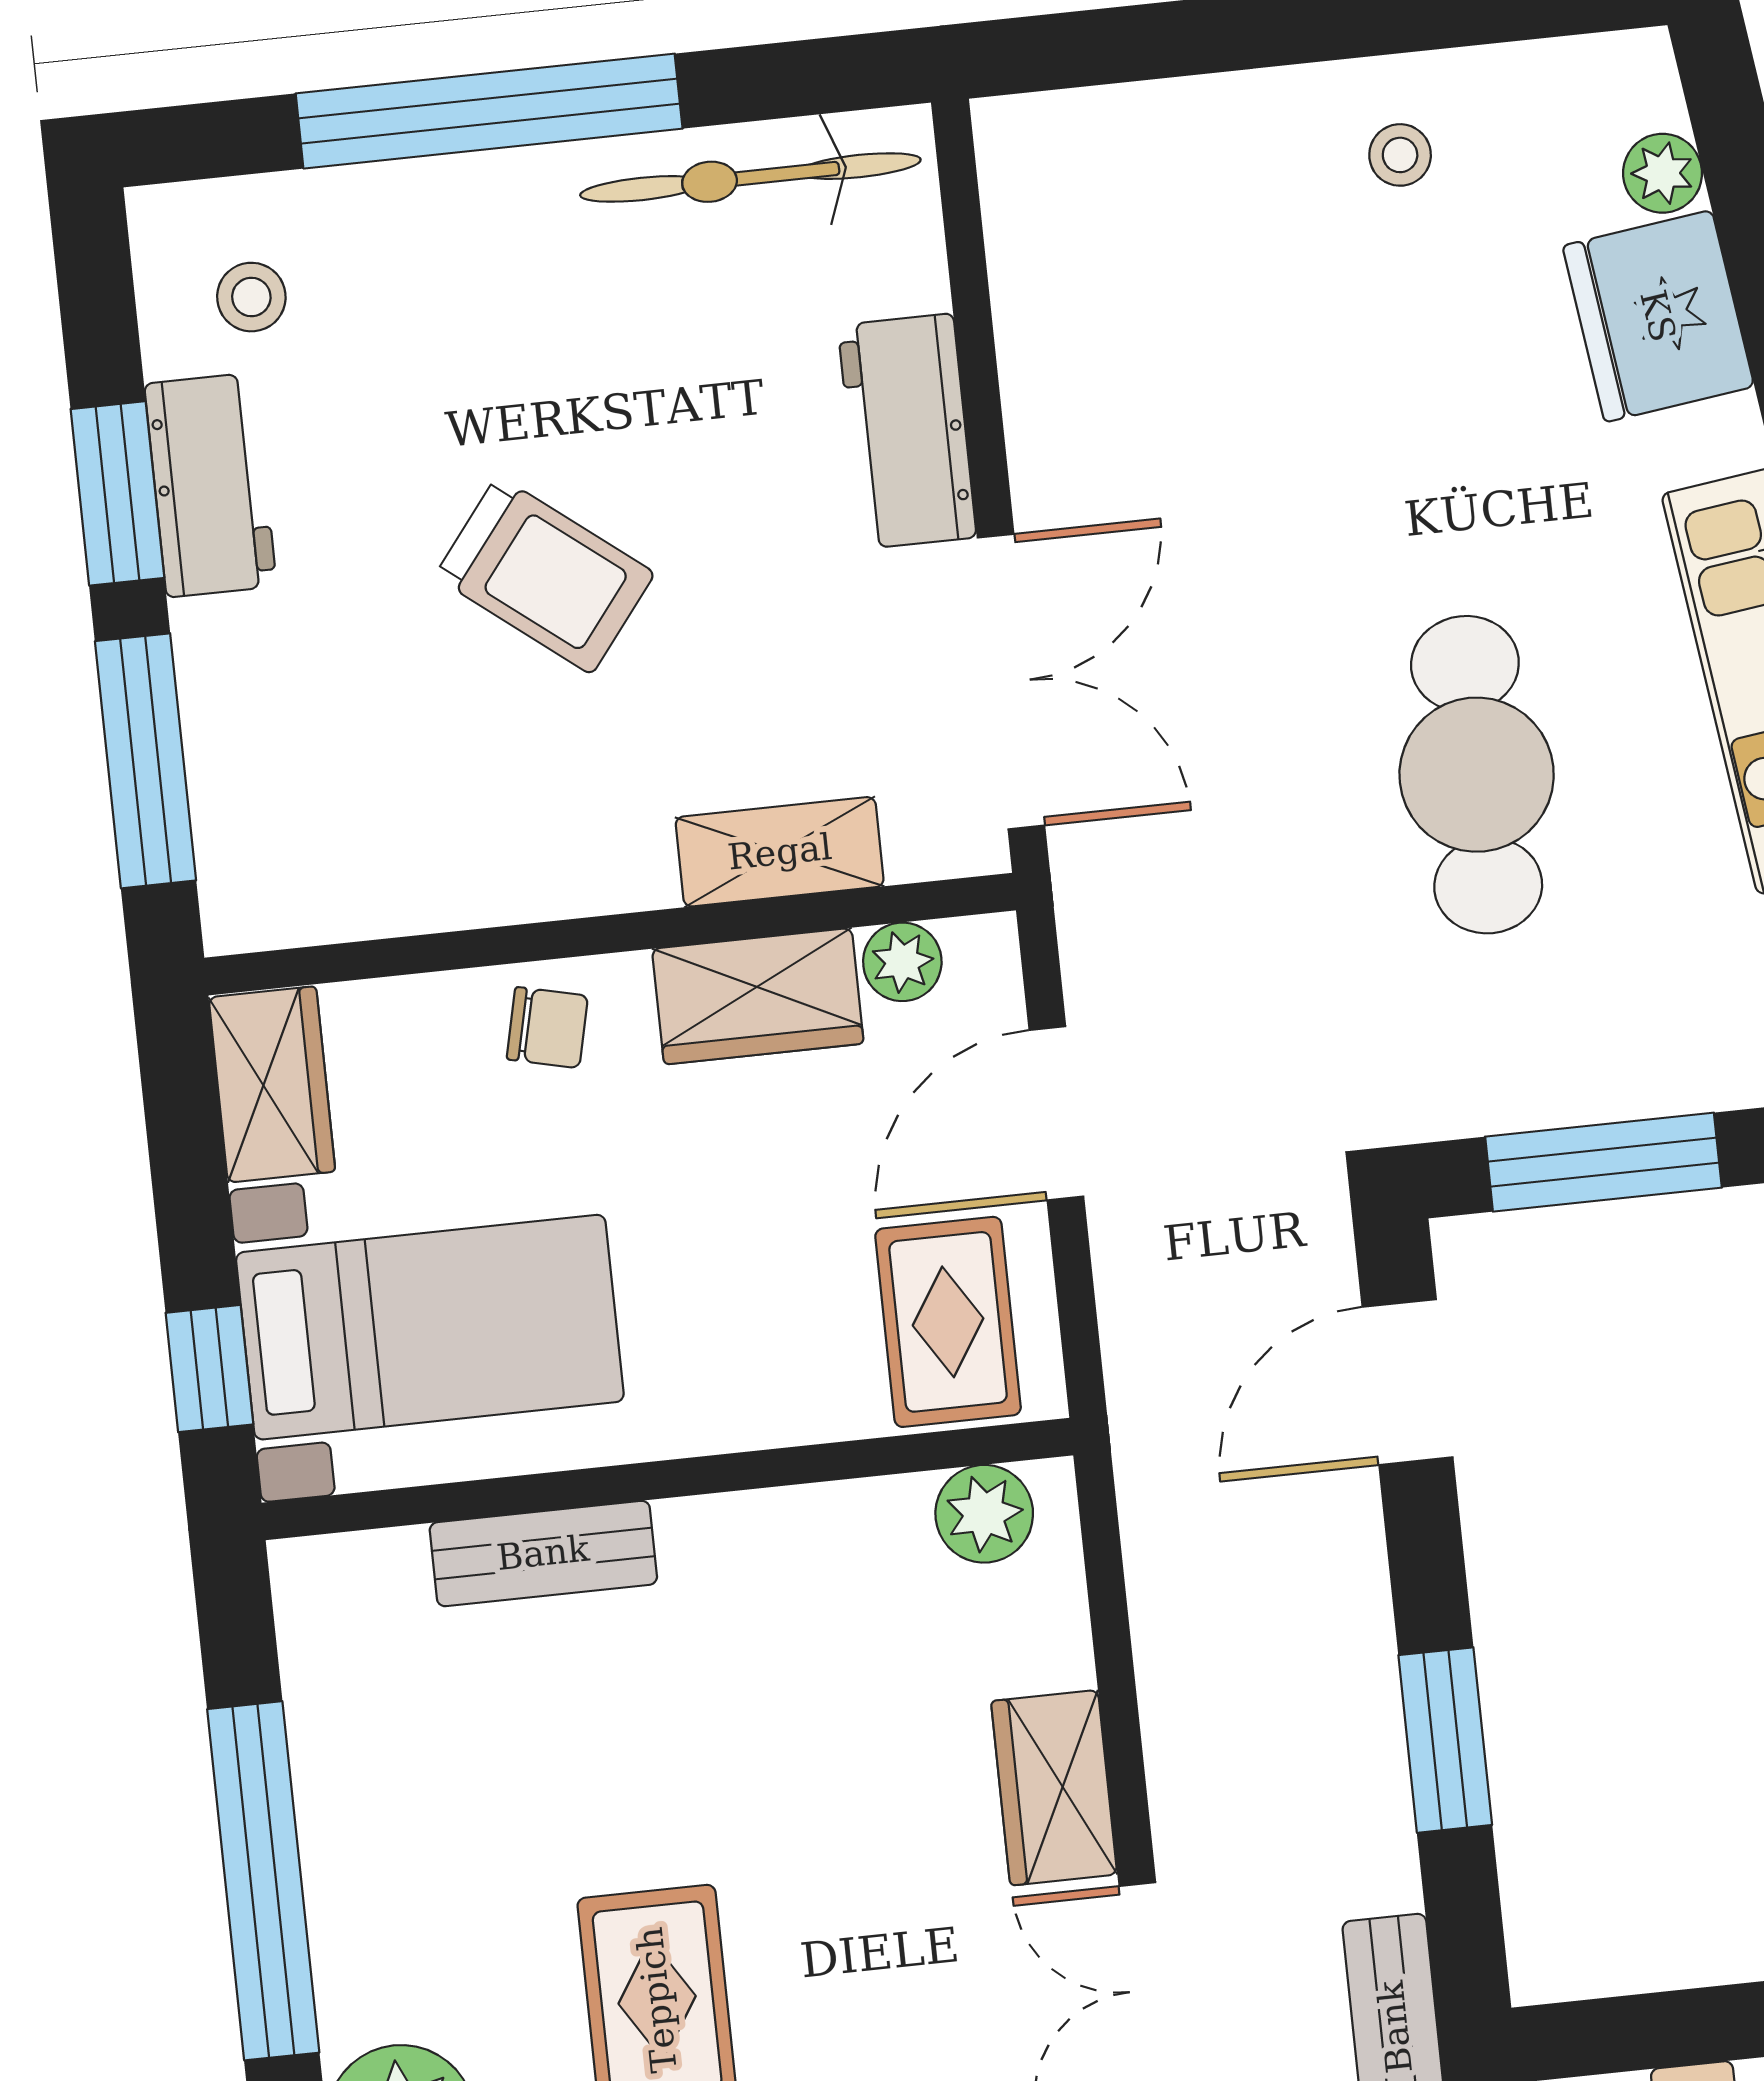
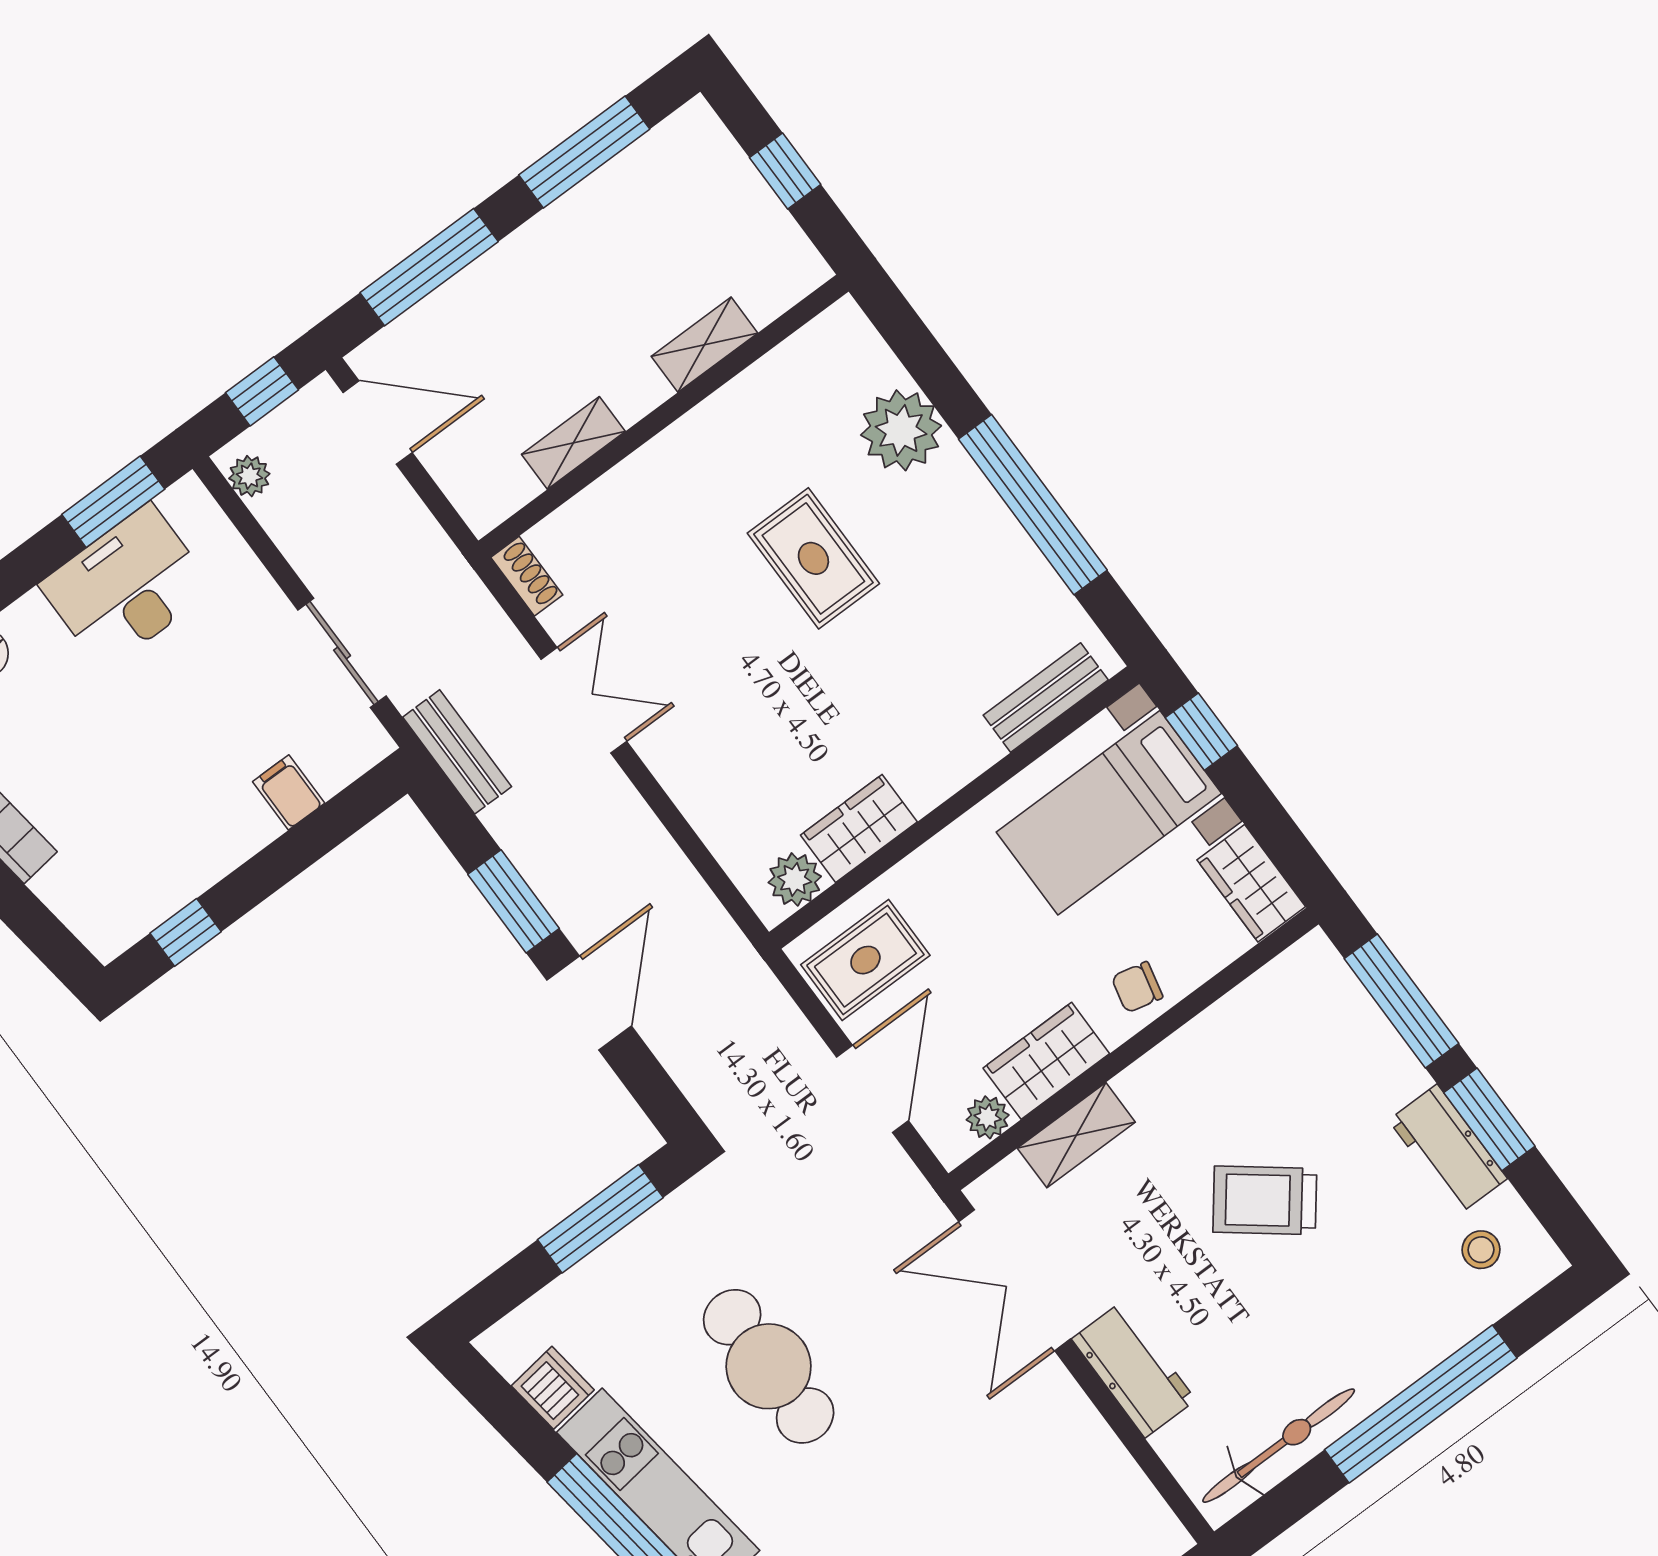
rug: (948, 1322) -> (865, 960), turned 90
door: (1408, 1382) -> (589, 1003), moved
bench: (543, 1553) -> (1046, 698), moved
wardrobe: (1054, 1788) -> (859, 828), moved, turned -90

